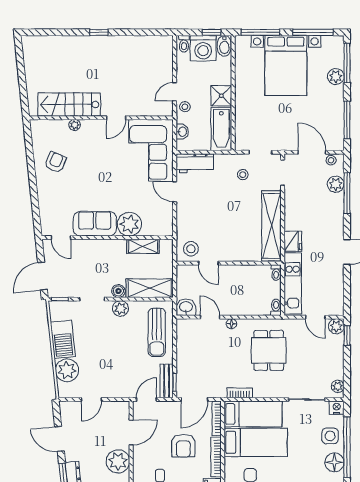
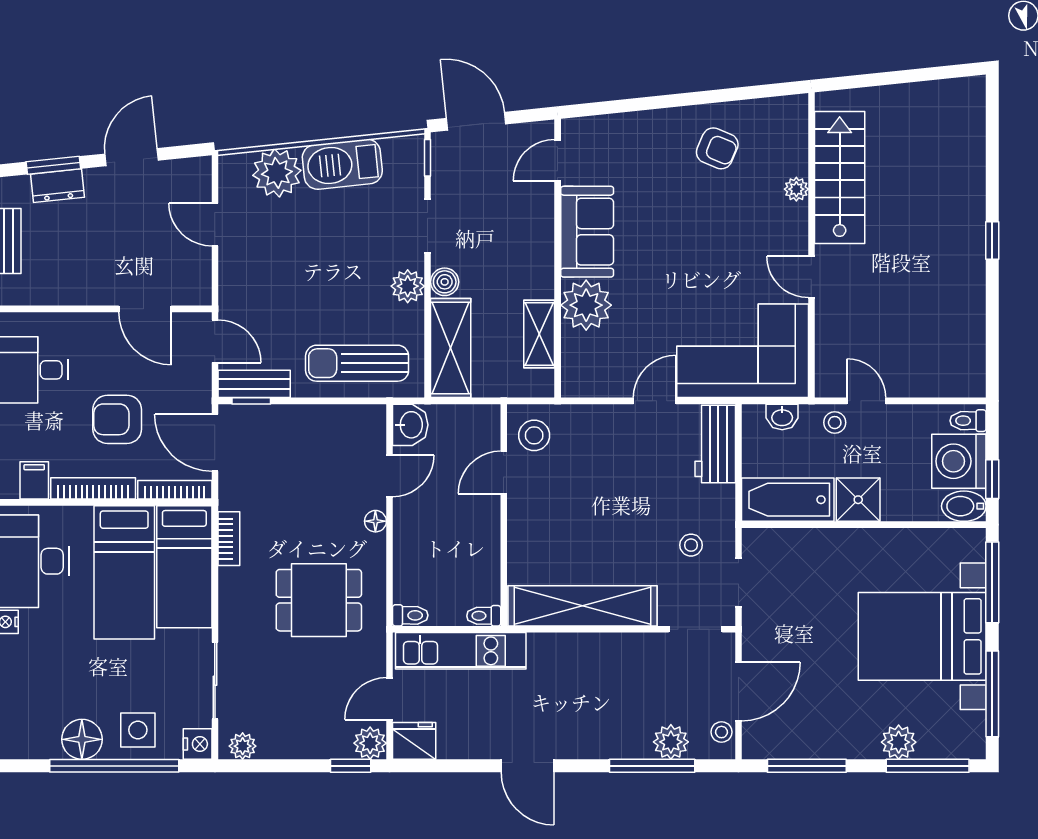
fridge: (293, 241) -> (414, 741), moved, turned 180
plant: (118, 461) -> (84, 281), removed

